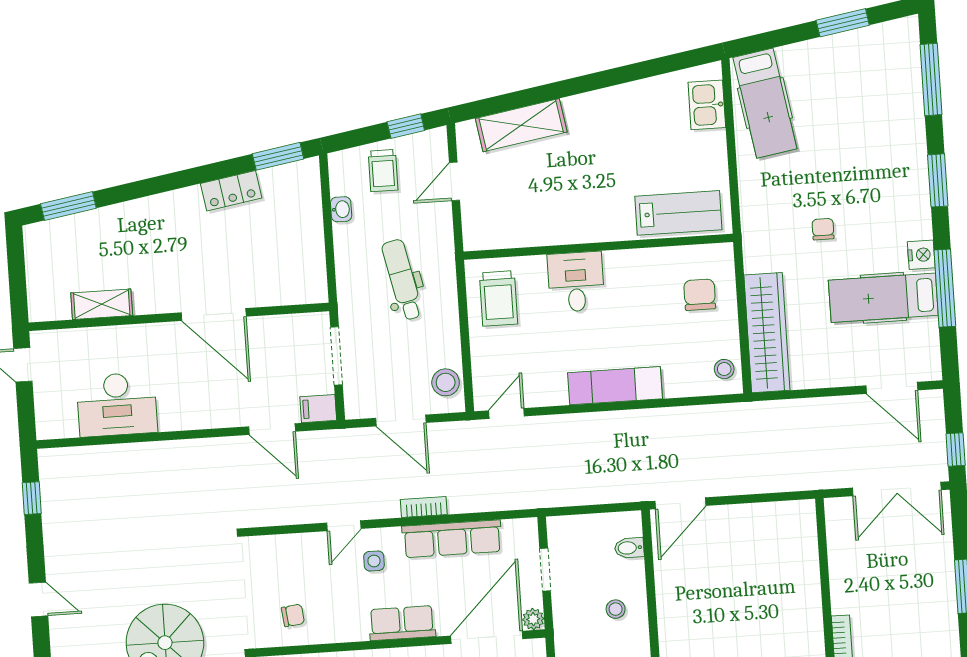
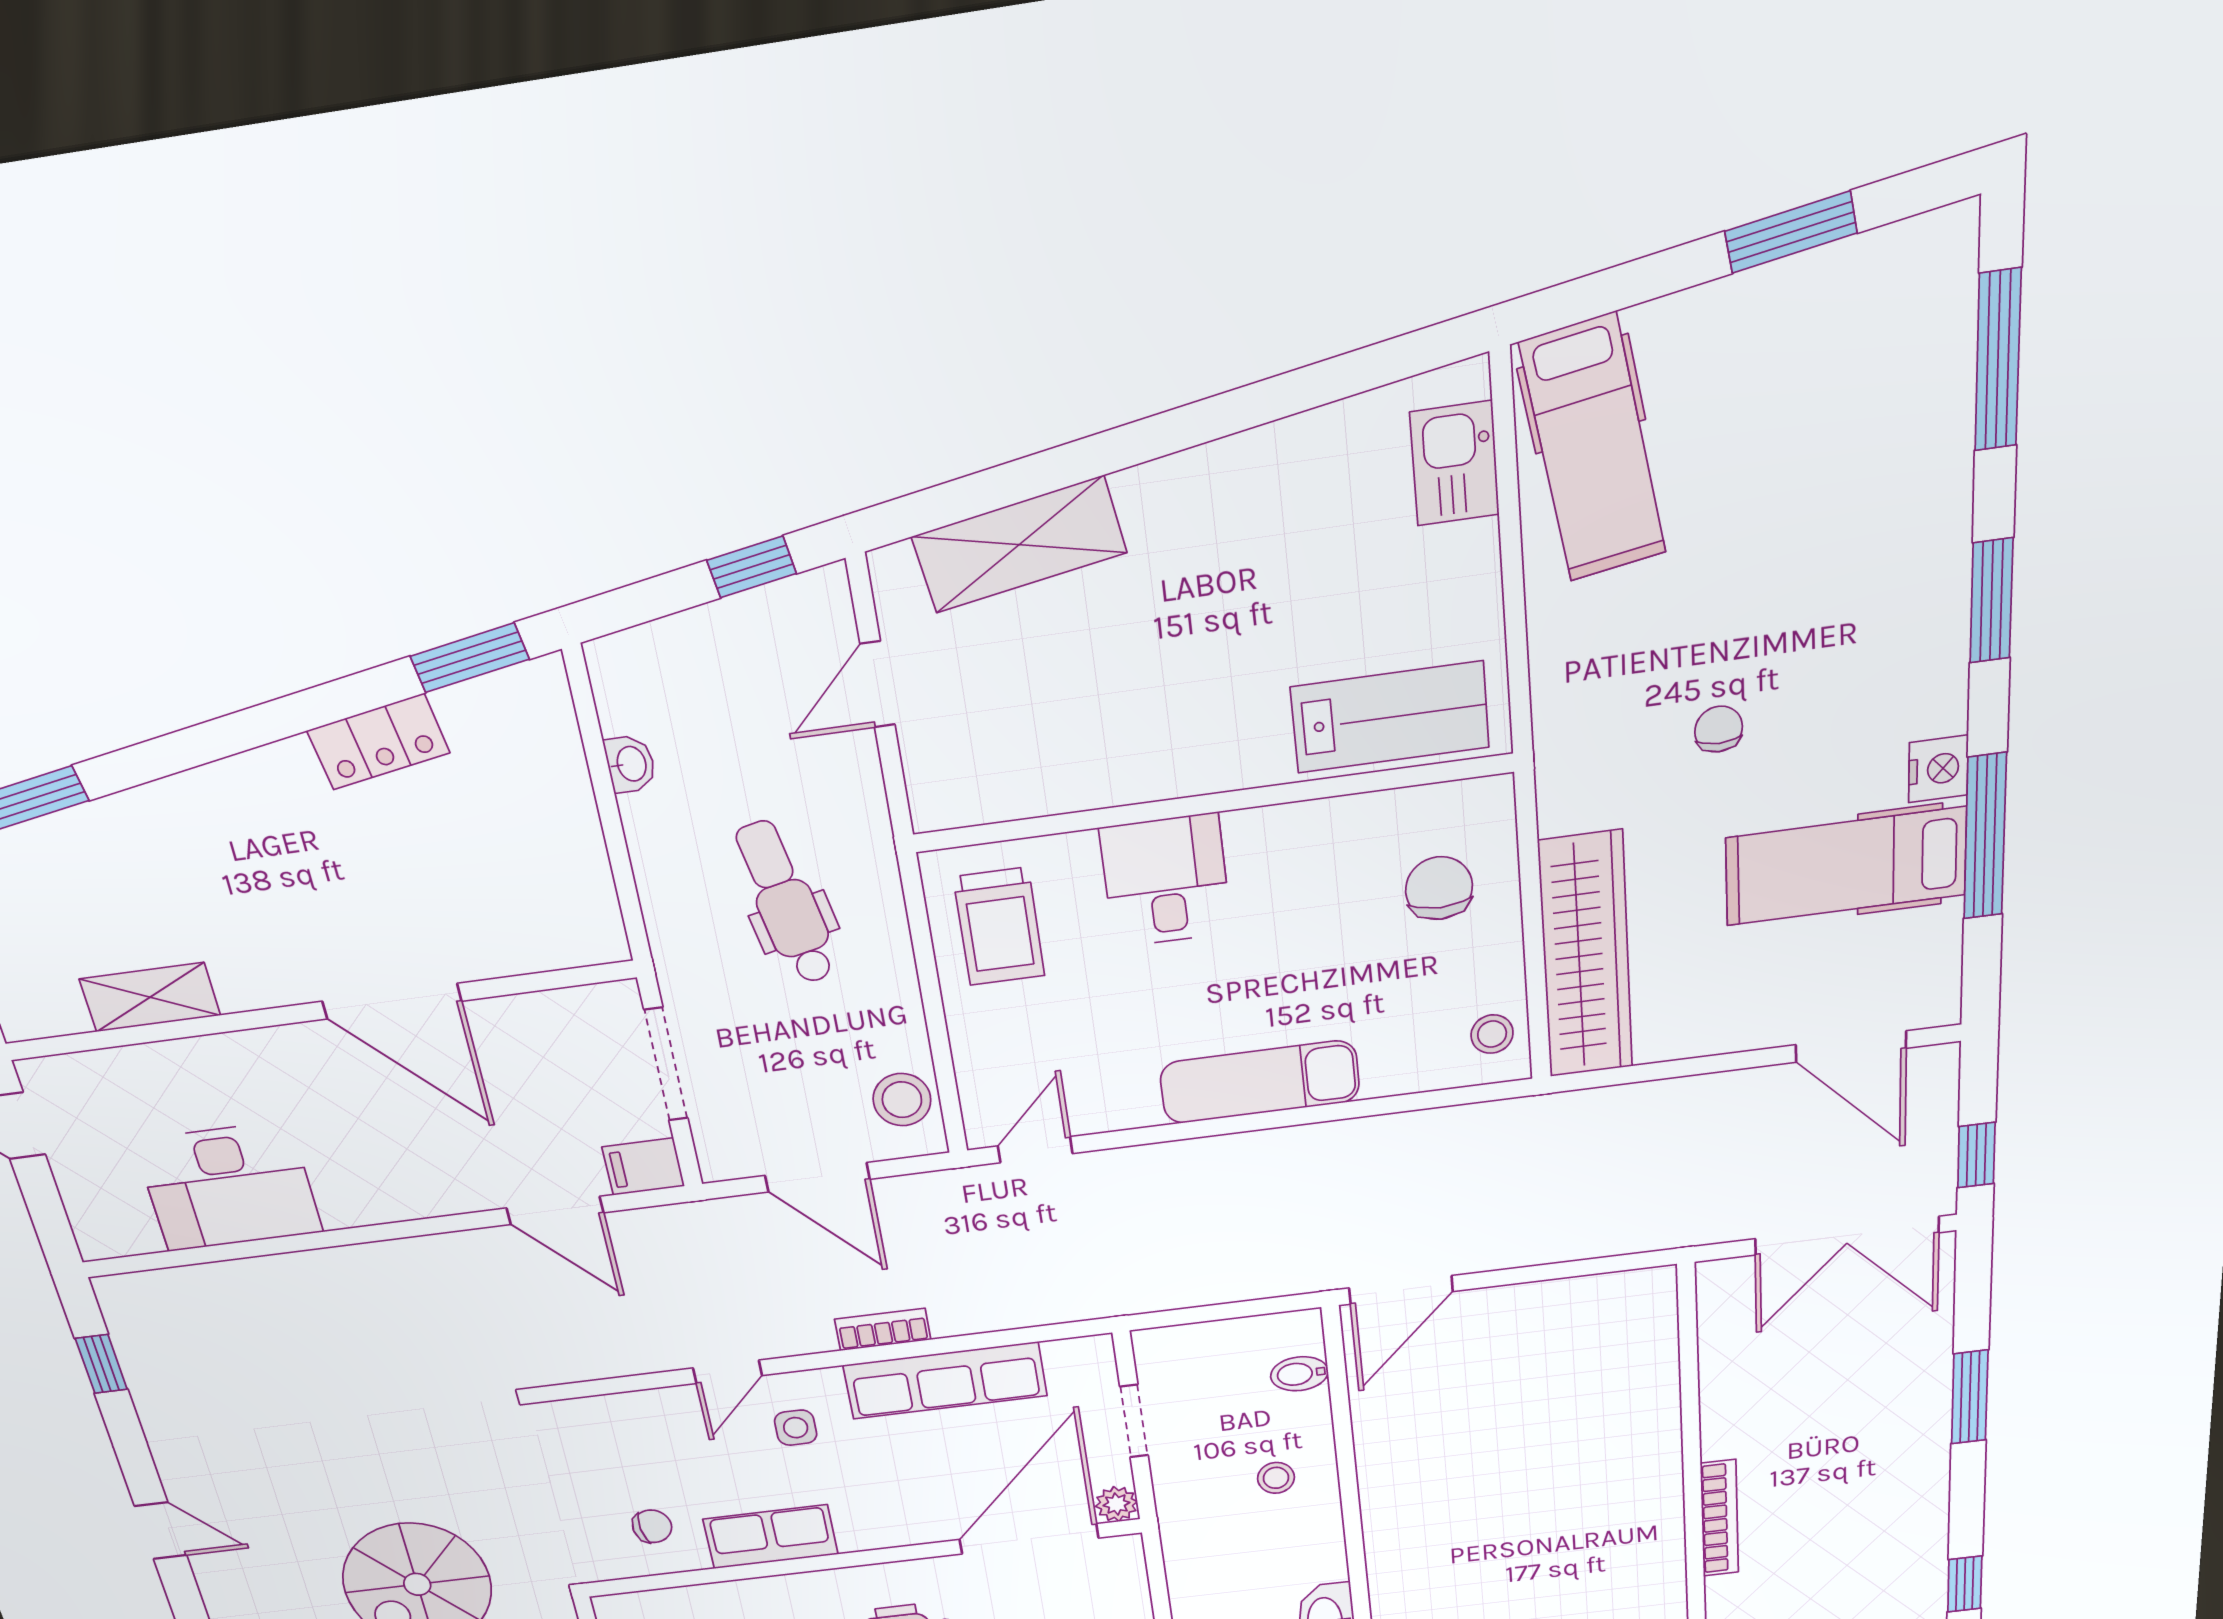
trolley: (383, 171) -> (713, 672), removed
row of seats: (402, 623) -> (771, 1537), moved

